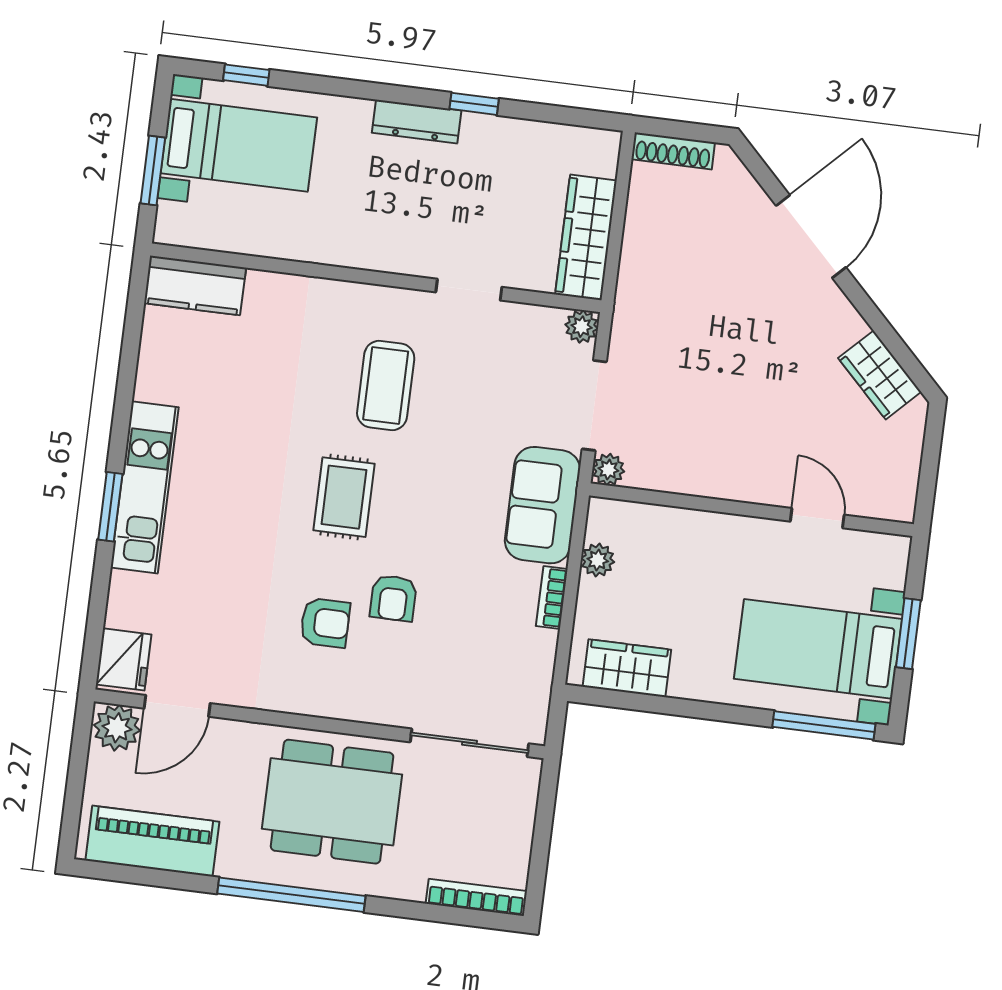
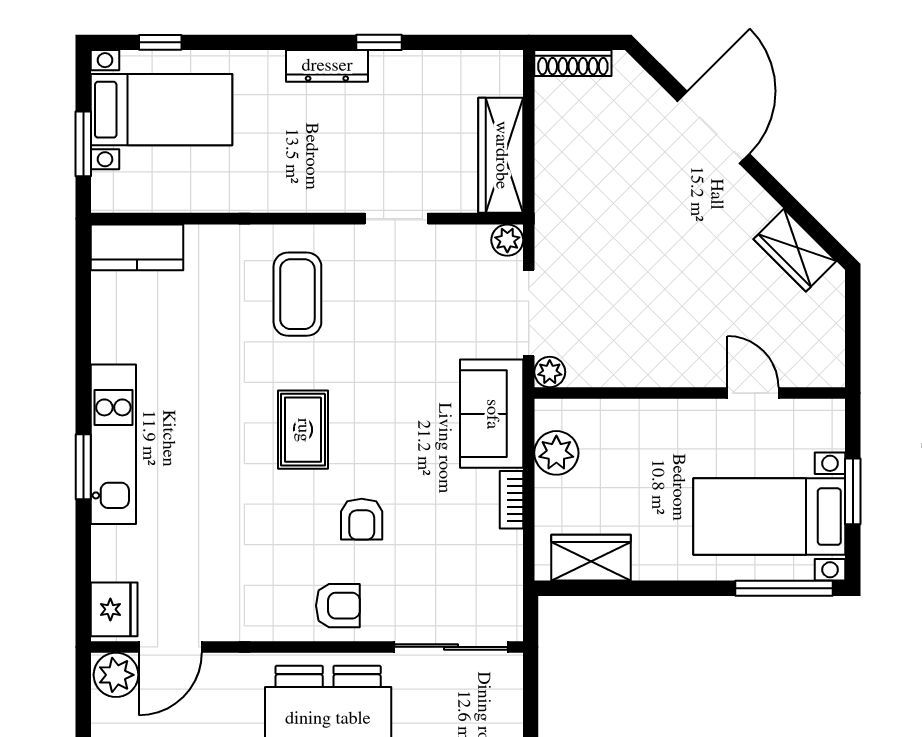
coffee table: (386, 386) -> (297, 294), moved
plant: (598, 560) -> (556, 453), width x1.38, depth x1.38
armchair: (325, 623) -> (338, 606), moved

